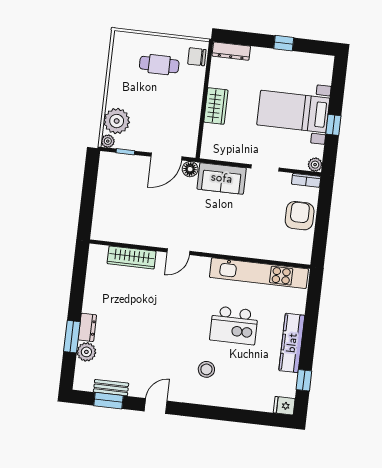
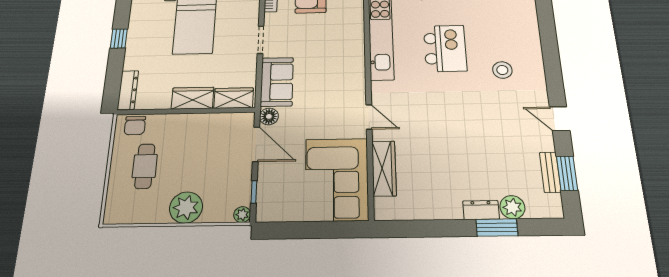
plant: (117, 121) -> (186, 208), moved
wardrobe: (211, 141) -> (234, 98), added
corner sofa: (127, 219) -> (337, 179), added

